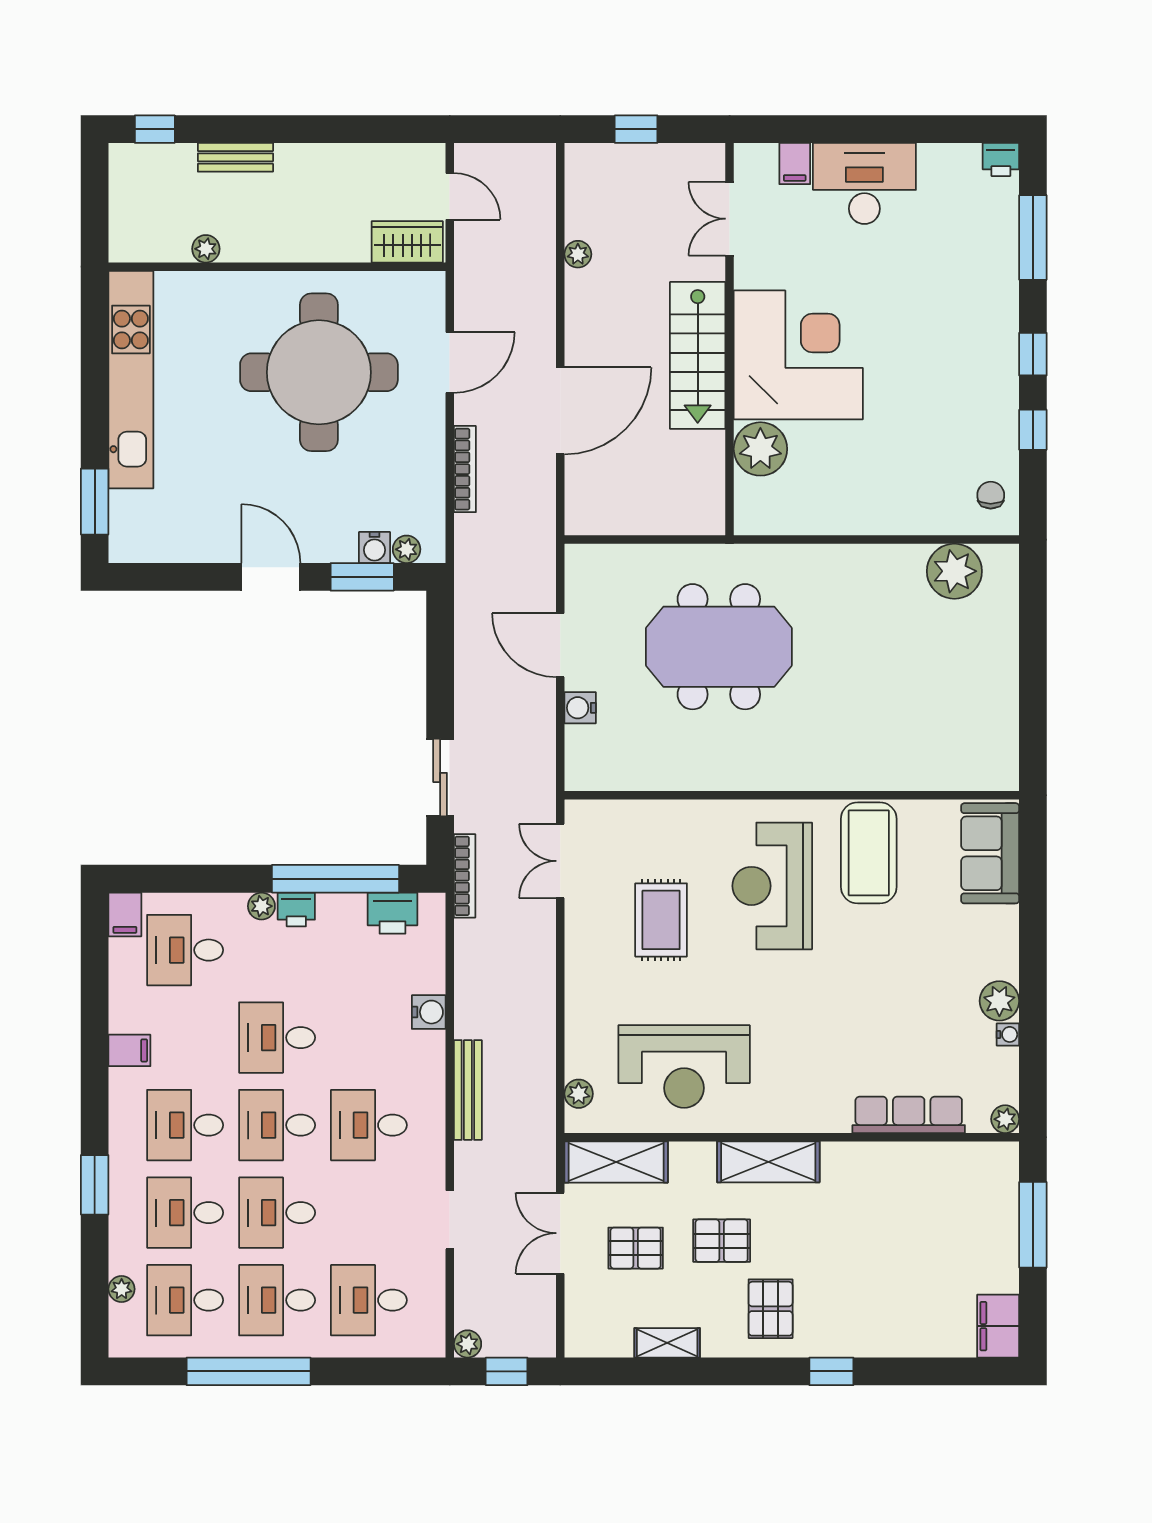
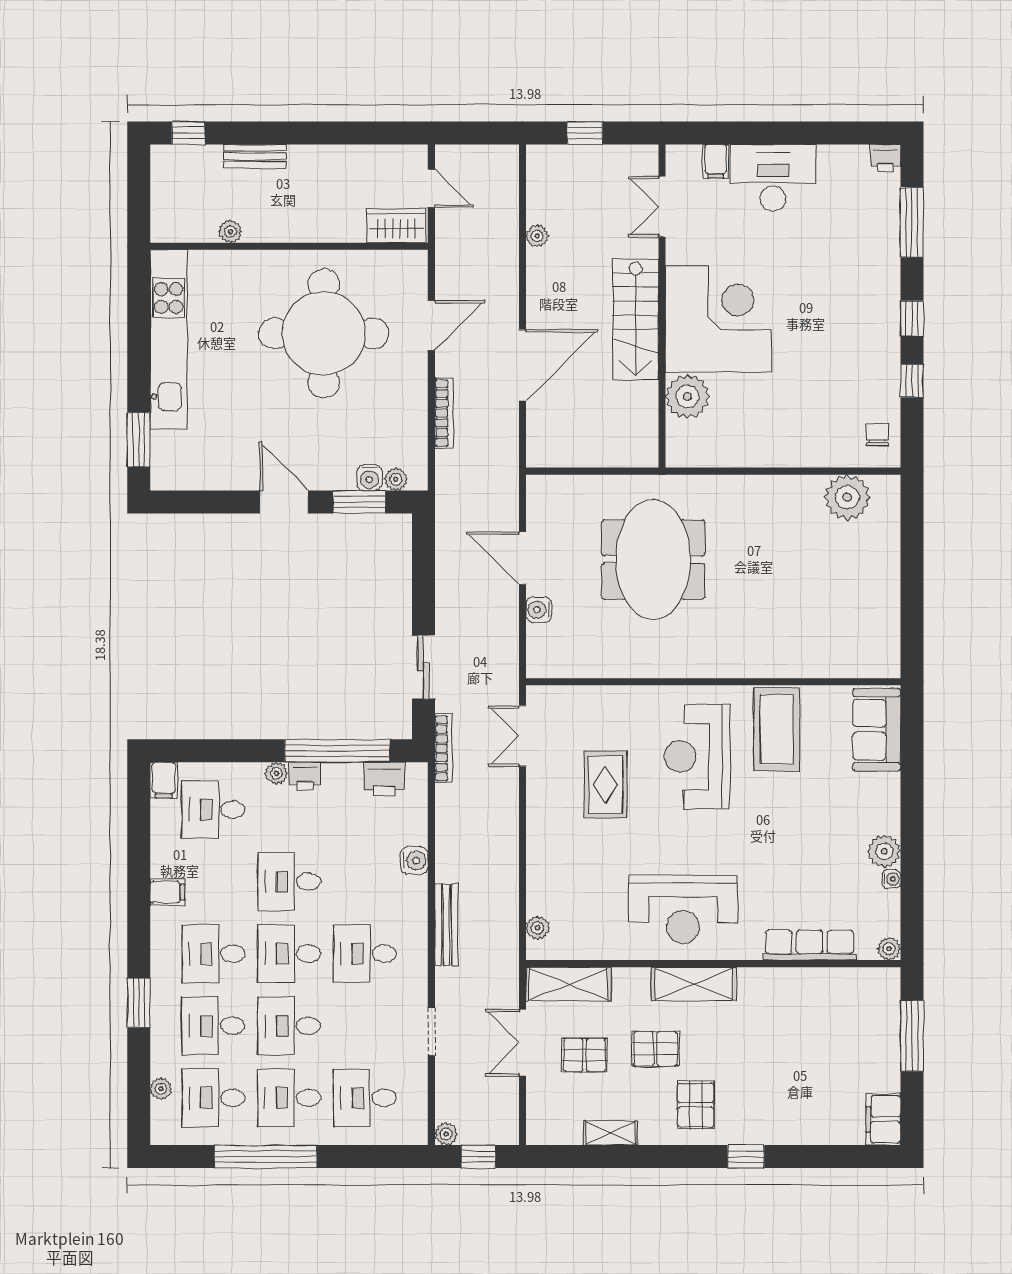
meeting table: (719, 647) -> (653, 559), turned 90
reception desk: (684, 1067) -> (683, 909), moved

